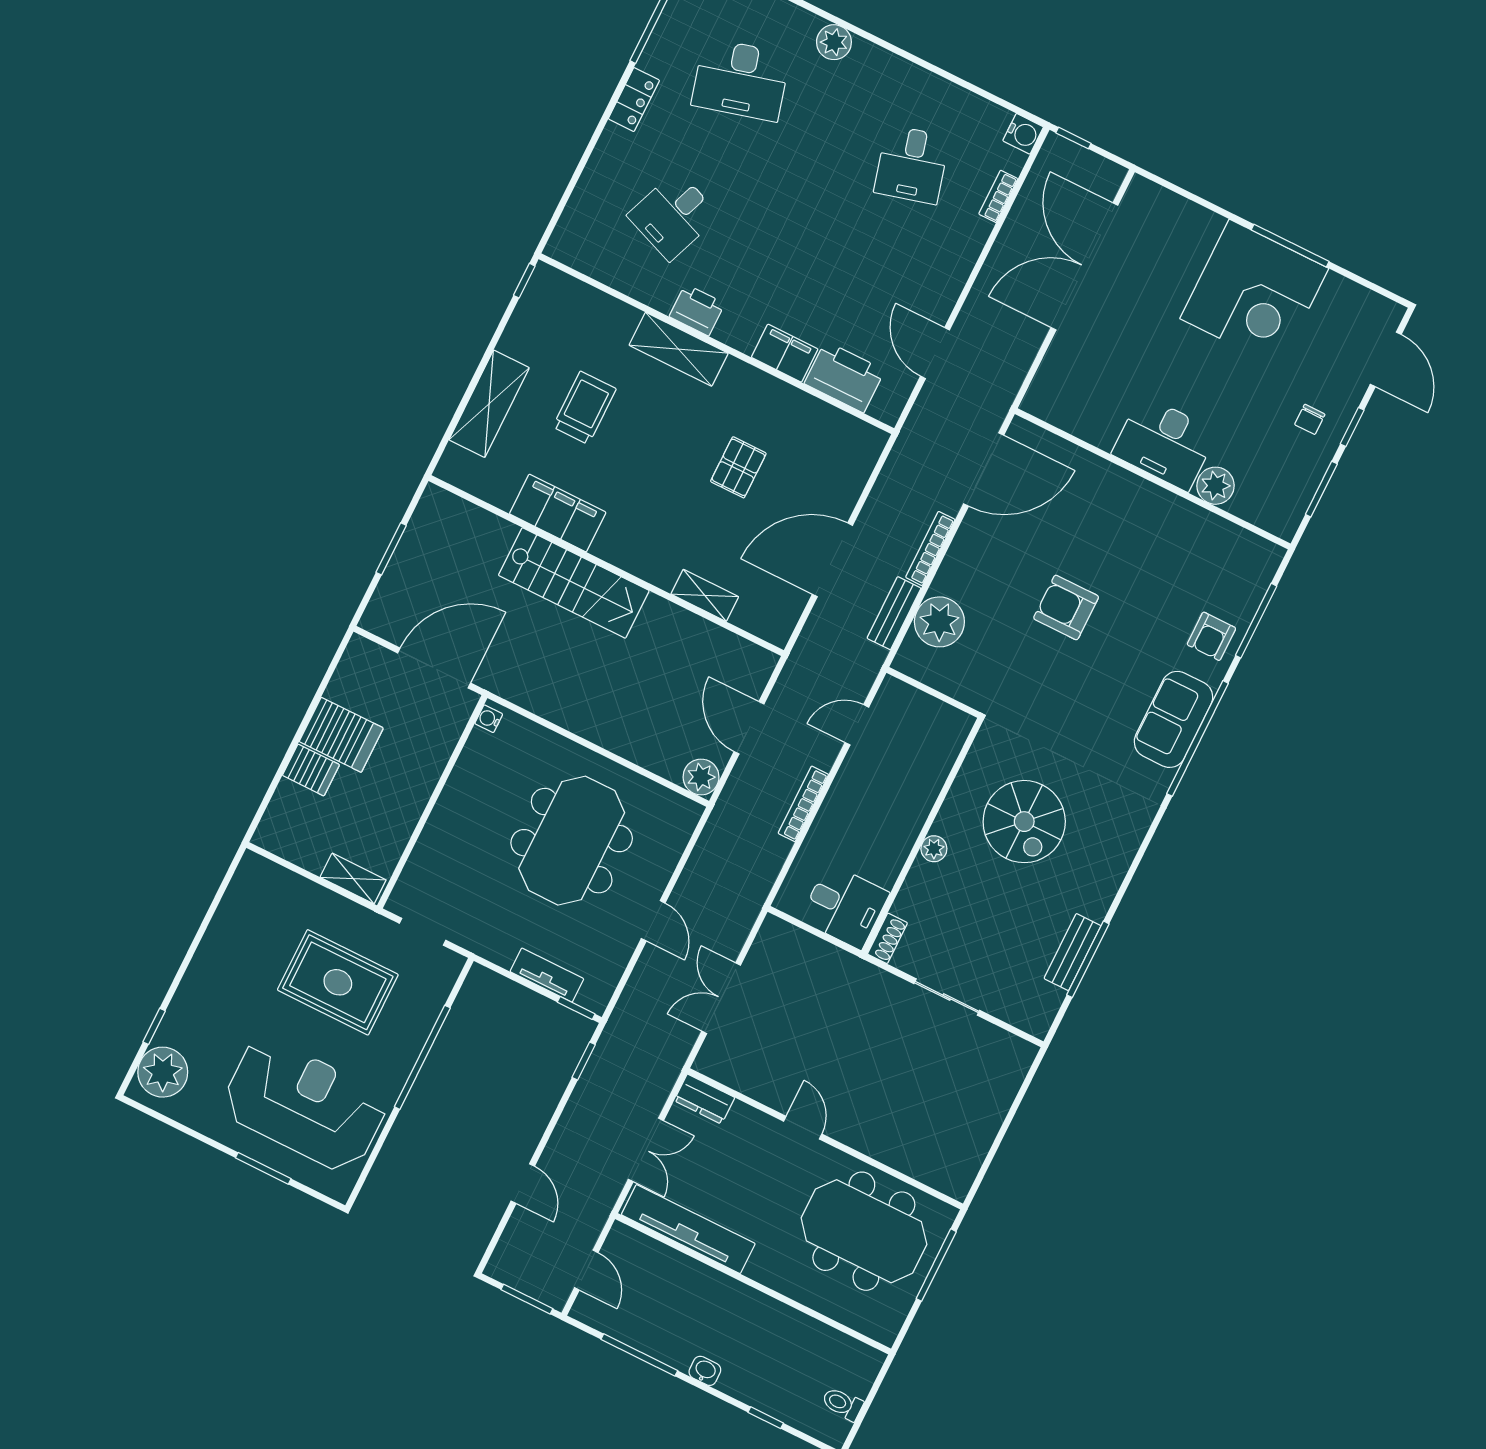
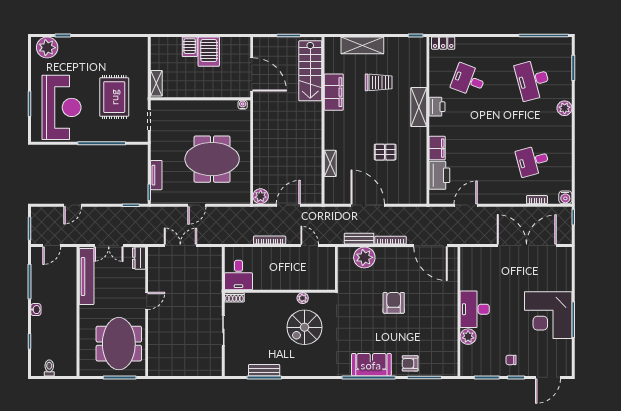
locker: (634, 100) -> (443, 43), moved
stairs: (574, 583) -> (310, 71), moved
plant: (934, 849) -> (303, 298), moved

